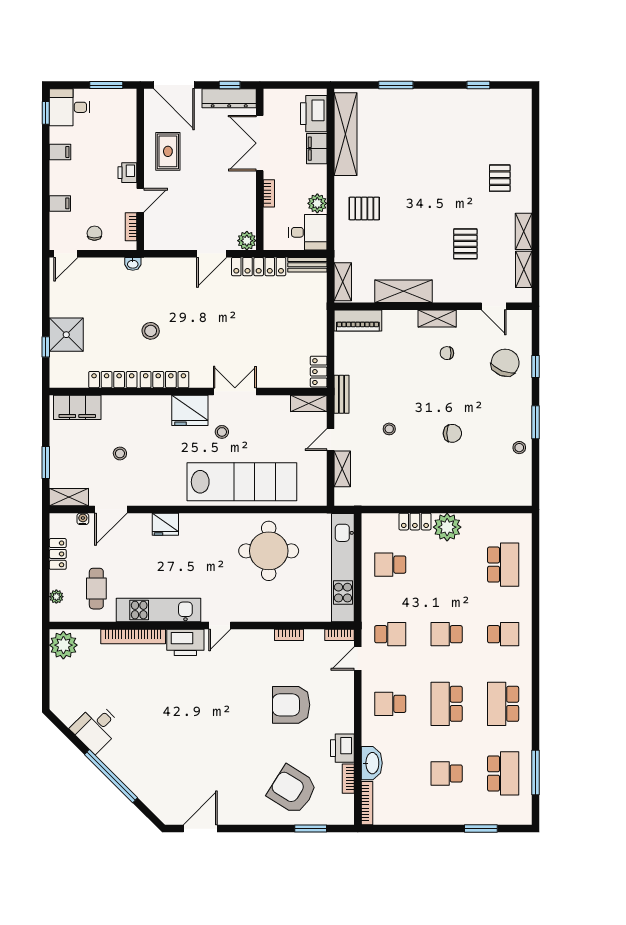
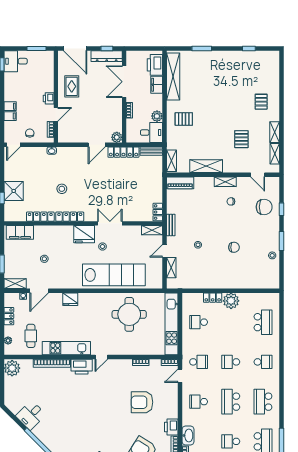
filing cabinet: (60, 152) -> (10, 106), moved
chair: (505, 363) -> (264, 207), turned 68

